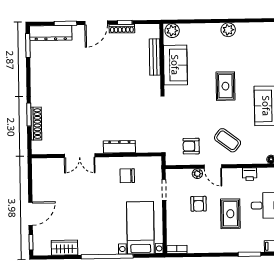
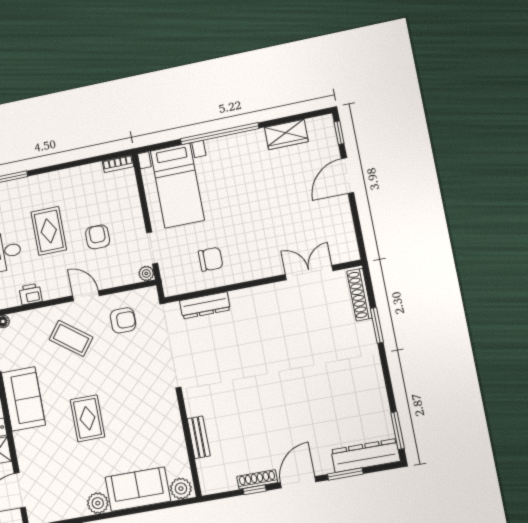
bench: (155, 57) -> (199, 437), width x0.73
sofa: (175, 65) -> (138, 489), moved, turned 90
shoe rack: (36, 124) -> (360, 295), moved
dresser: (119, 147) -> (205, 305), moved
double door: (80, 156) -> (309, 273), moved
plant: (197, 174) -> (146, 273), moved

